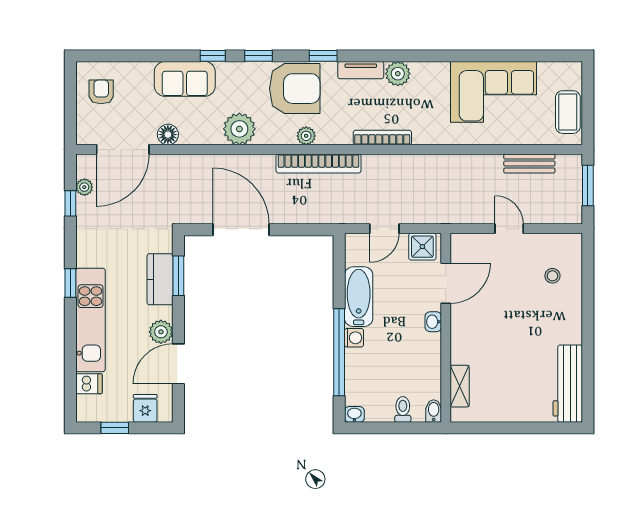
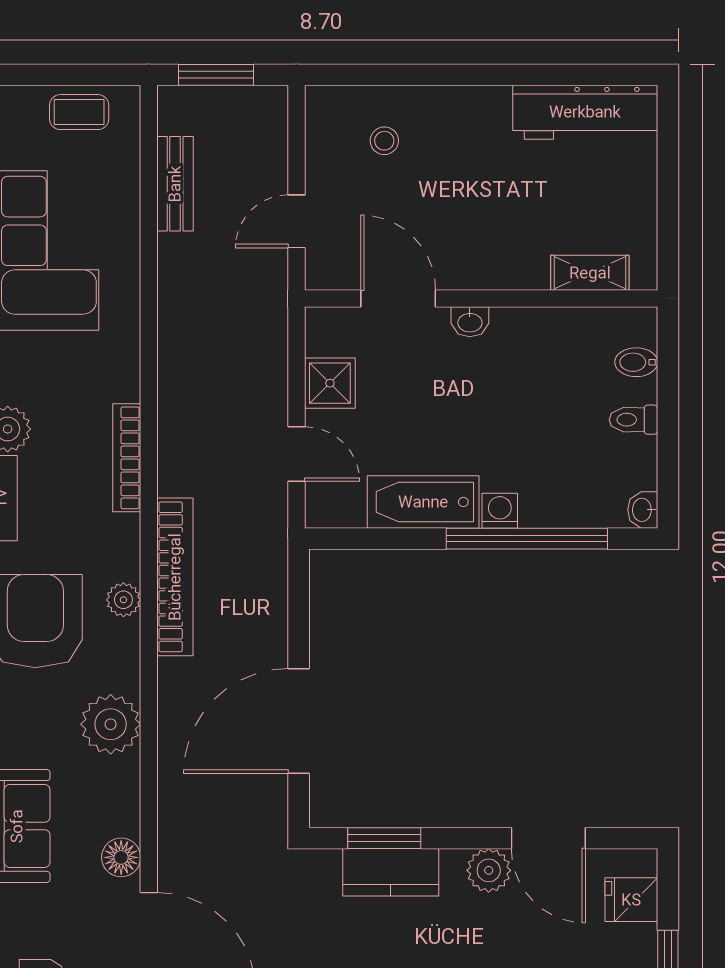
coffee table: (568, 112) -> (79, 112), width x0.73, depth x0.77
door: (446, 283) -> (398, 298), moved
washbasin: (433, 322) -> (470, 322), moved
wall: (446, 328) -> (481, 298), moved
shelving: (460, 386) -> (590, 273), moved

